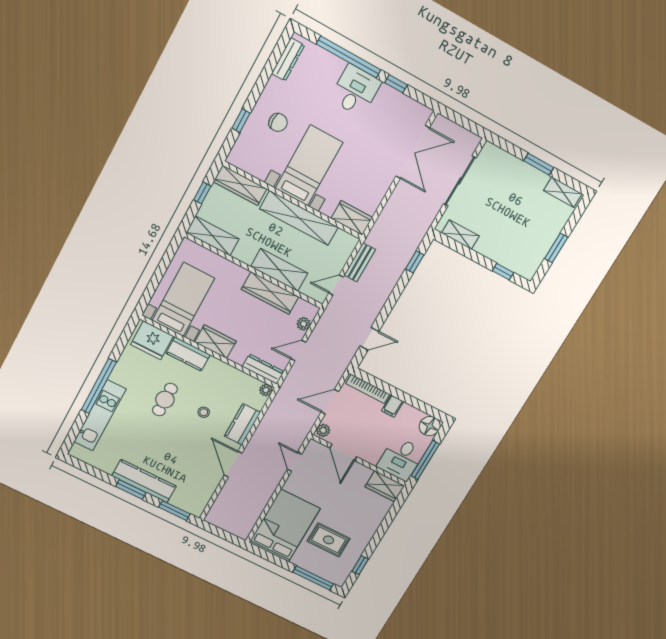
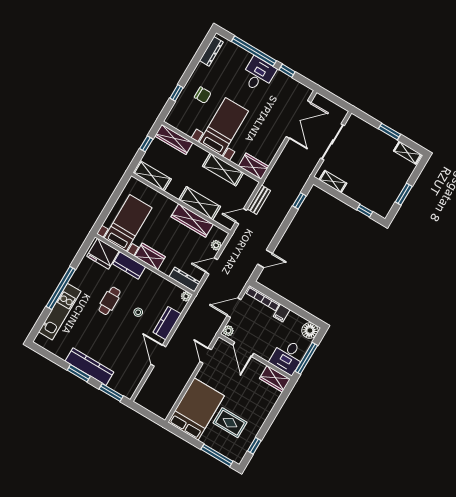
shelving: (299, 218) -> (223, 170), width x0.68

